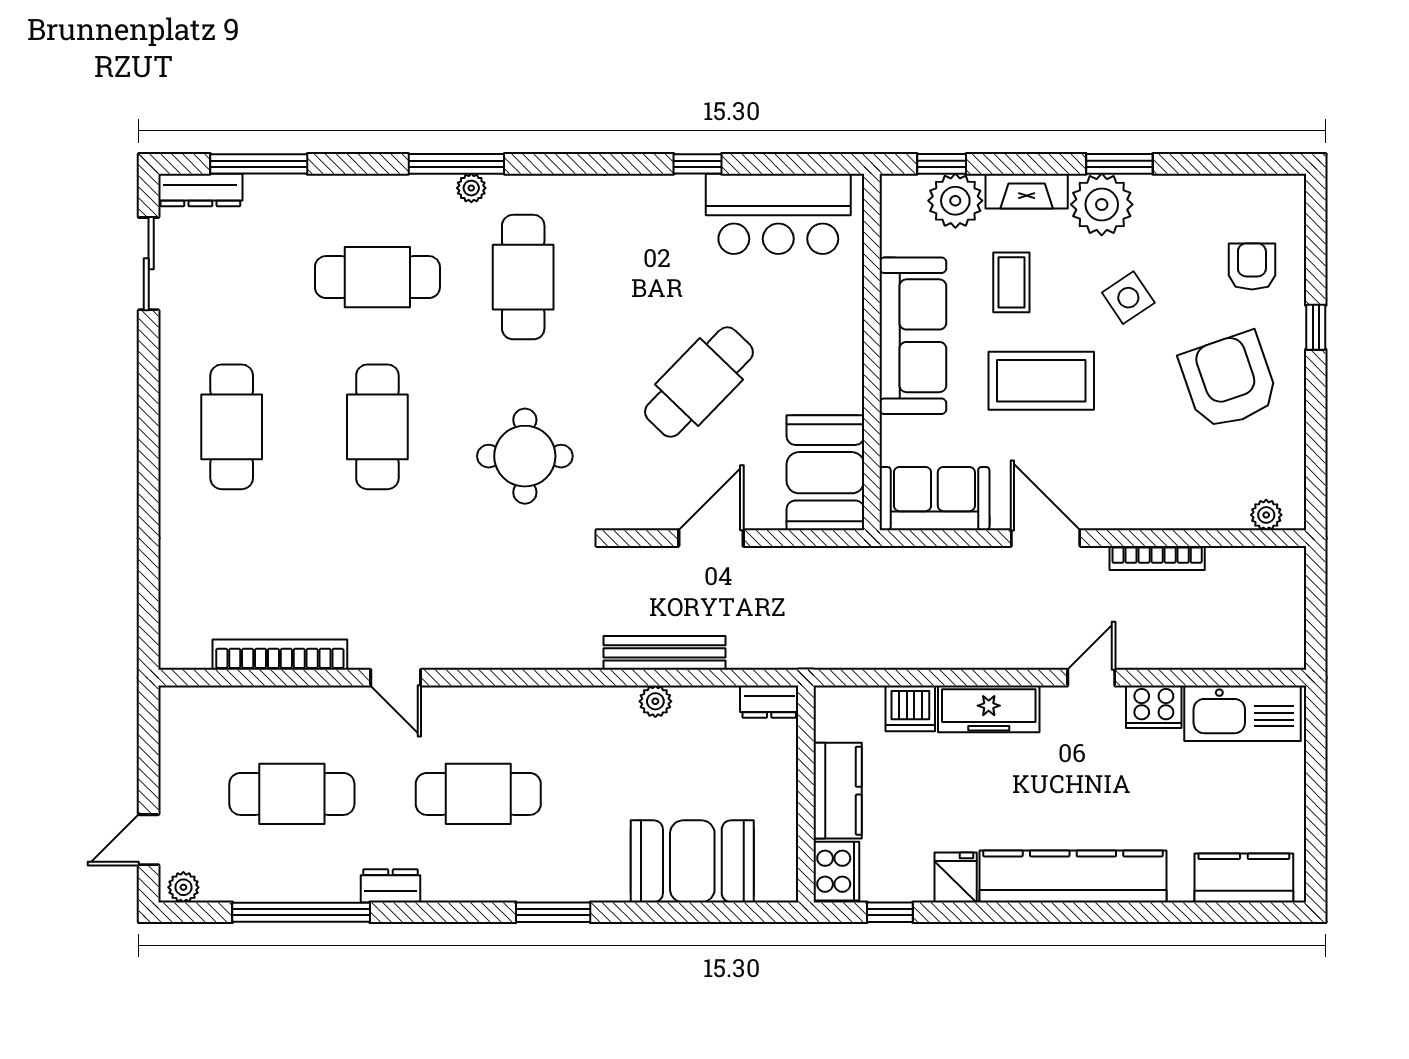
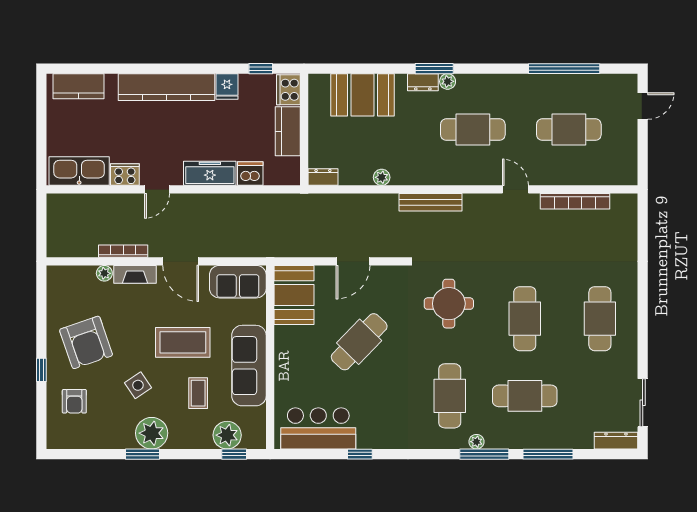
window: (259, 164) -> (548, 454), moved
fireplace: (1027, 191) -> (135, 274), moved, turned 180
plant: (1266, 515) -> (104, 273), moved
bench: (665, 653) -> (430, 202), moved
dresser: (390, 886) -> (423, 82), moved
plant: (183, 887) -> (448, 81), moved

